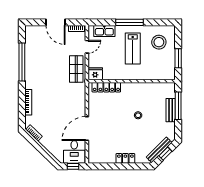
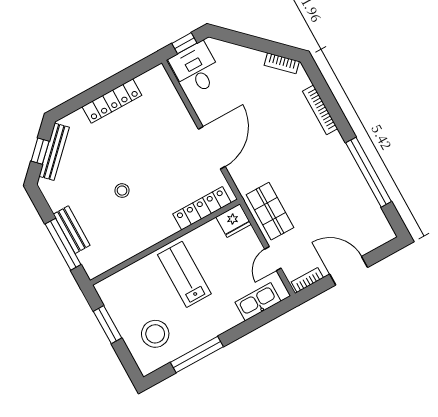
window: (130, 22) -> (197, 355), moved
lab bench: (133, 49) -> (184, 274), moved
door: (87, 129) -> (212, 148), moved
locker: (125, 158) -> (112, 101), width x1.53

